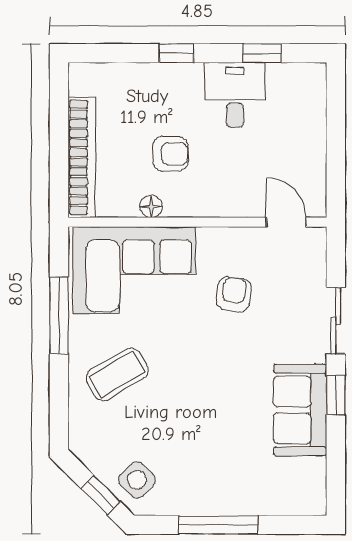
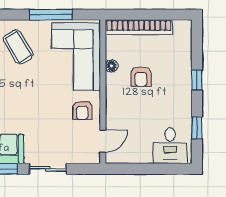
desk: (235, 95) -> (170, 146), moved, turned 90
armchair: (234, 294) -> (82, 110), moved, turned 82

